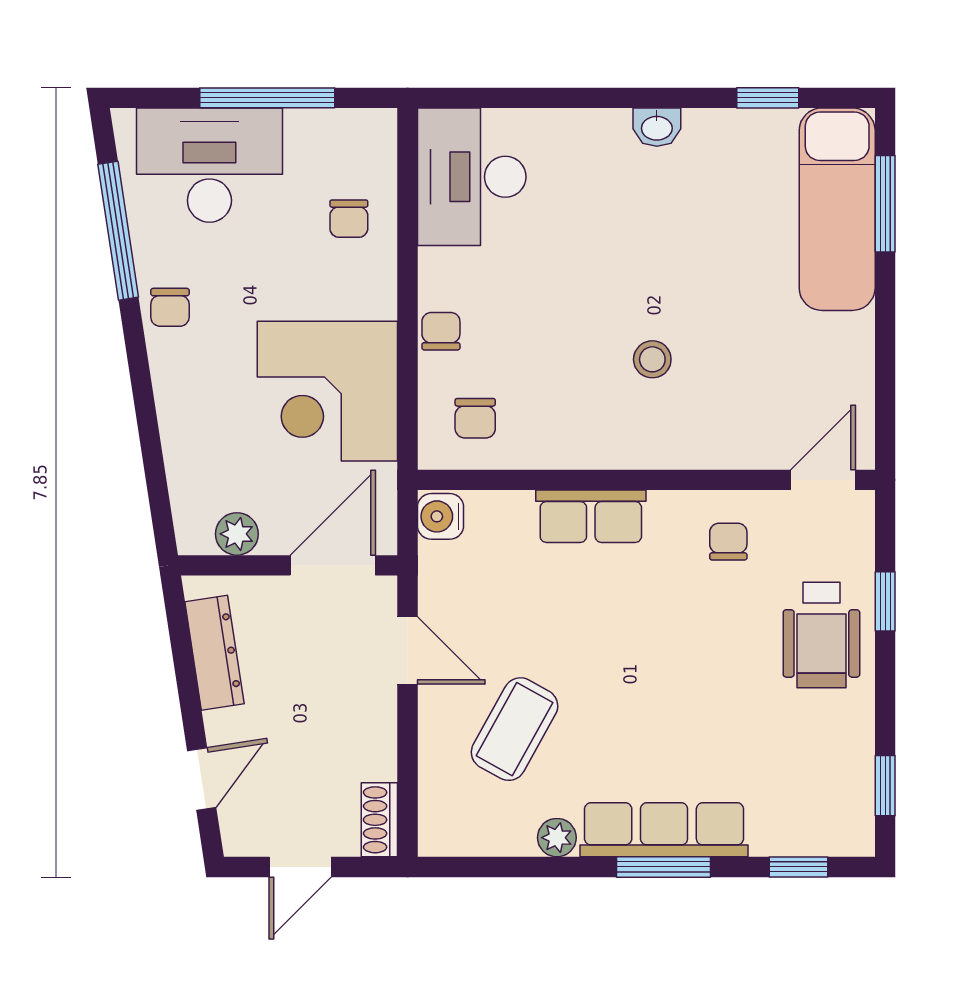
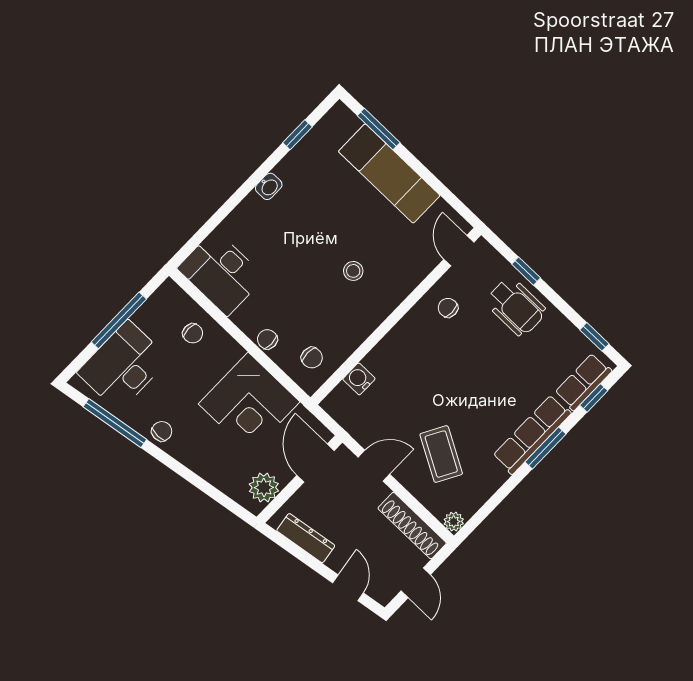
exam couch: (837, 209) -> (389, 174), moved
chair: (170, 307) -> (162, 431), turned -90
water cooler: (441, 516) -> (359, 379), moved, turned 90
row of seats: (591, 516) -> (583, 382), moved, turned 180
plant: (237, 534) -> (264, 487), width x1.38, depth x1.38
shoe rack: (379, 820) -> (412, 526), width x1.94, depth x1.24
plant: (557, 838) -> (454, 522), moved

